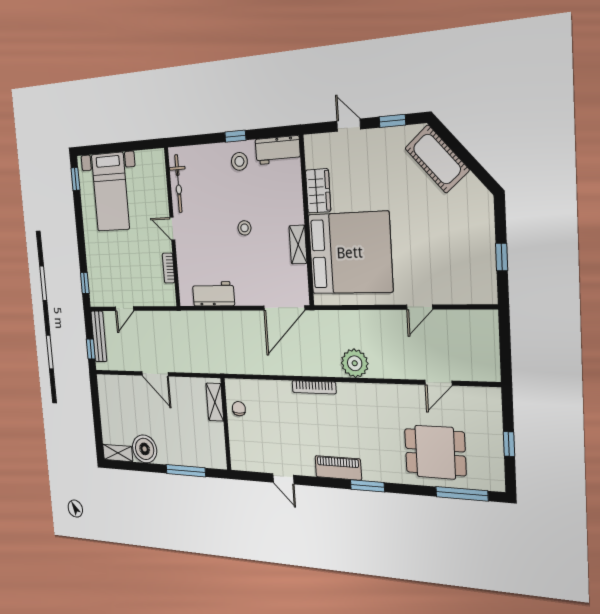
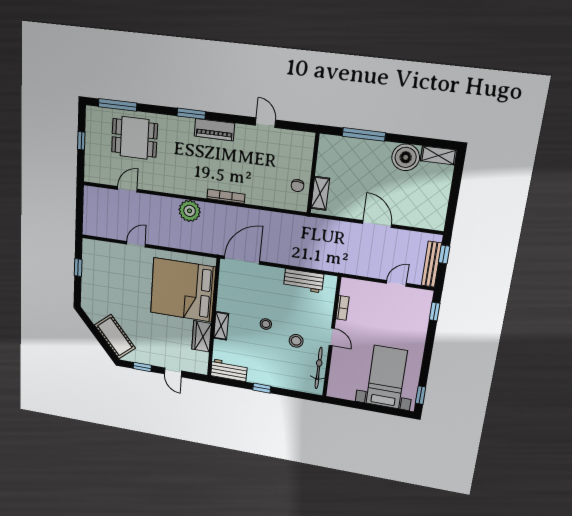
stool: (239, 161) -> (296, 341), moved
shelving: (298, 245) -> (221, 326), moved

